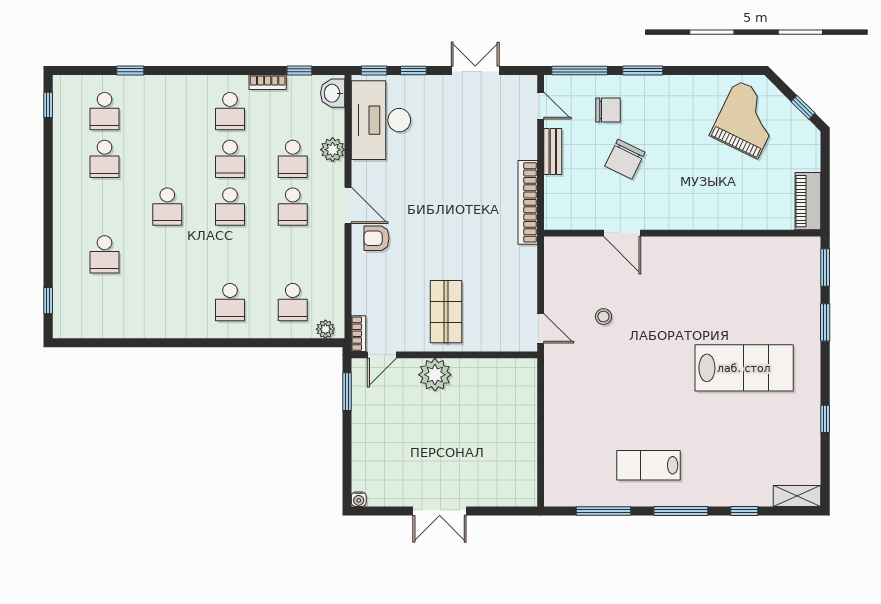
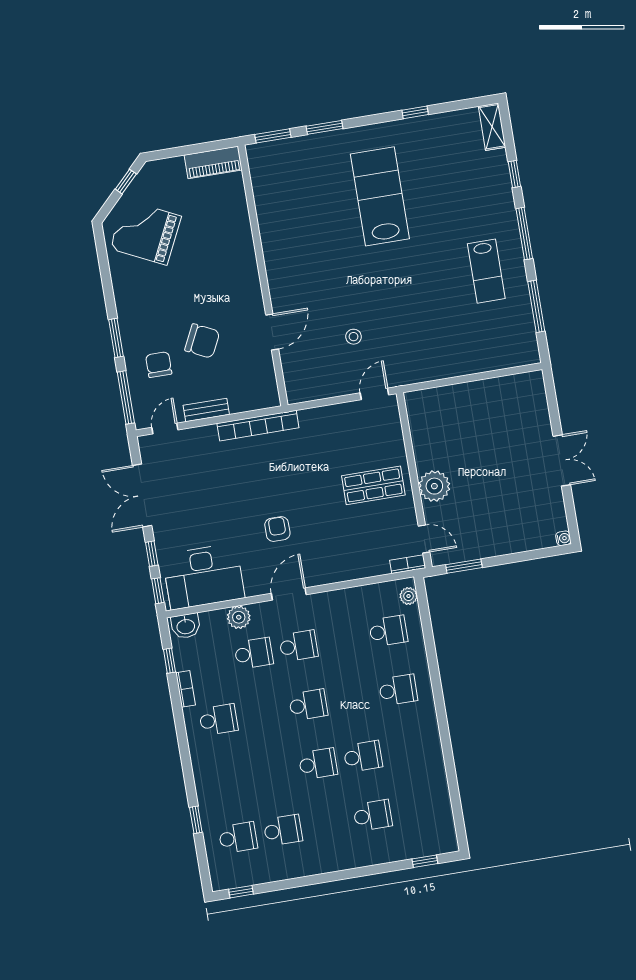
double door: (475, 70) -> (142, 496), width x1.37
school desk: (230, 159) -> (363, 756), moved
armchair: (377, 238) -> (277, 529), moved, turned 180

